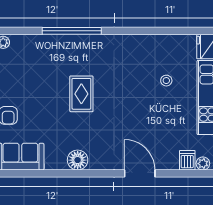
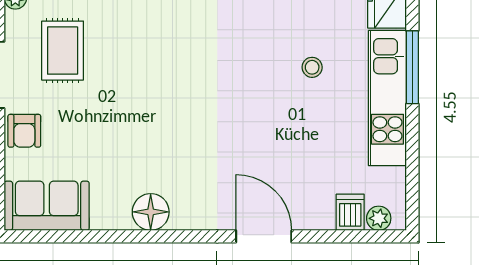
rug: (81, 94) -> (63, 51), moved

